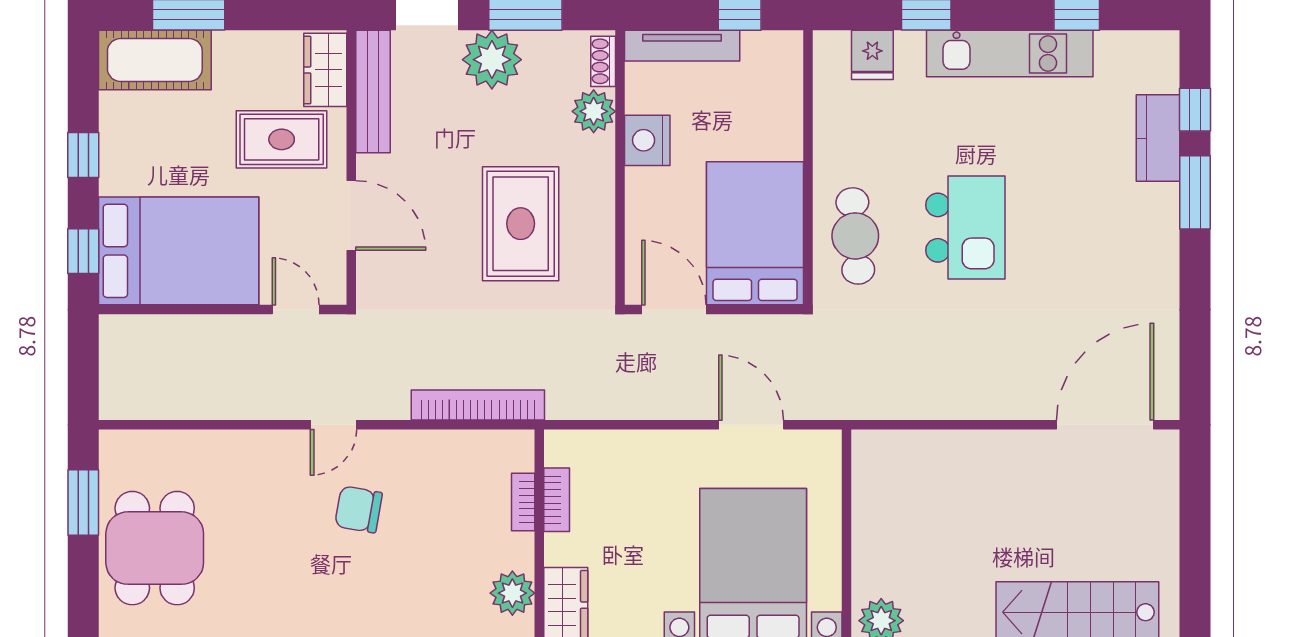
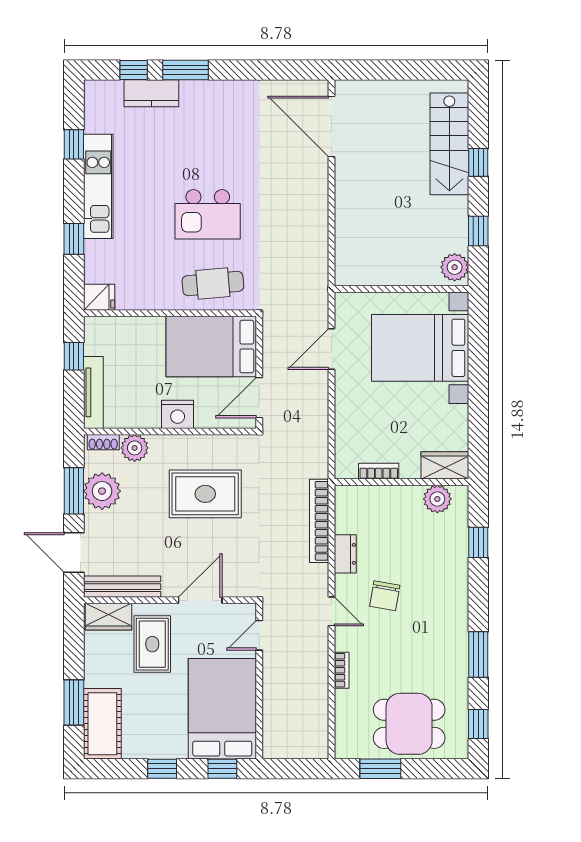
fridge: (872, 55) -> (99, 297), moved
plant: (492, 60) -> (102, 491), moved
nightstand: (647, 140) -> (178, 414), moved
kitchen island: (965, 228) -> (208, 214), turned 180
dresser: (425, 447) -> (345, 554), added
bookcase: (523, 502) -> (342, 670), moved, turned -90

